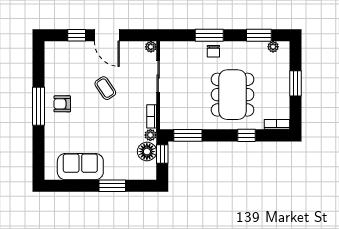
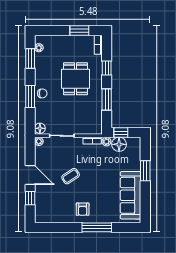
door: (107, 35) -> (30, 175), hinge flipped
floor lamp: (168, 48) -> (40, 128), added
window: (296, 83) -> (79, 31), moved
dining table: (233, 95) -> (76, 79), width x0.73
window: (38, 106) -> (97, 227), moved
window: (188, 135) -> (107, 99), moved
sofa: (80, 167) -> (131, 195), width x1.36

